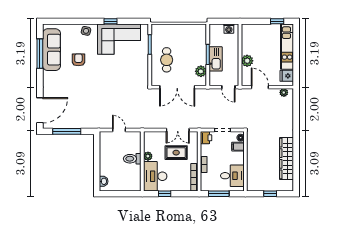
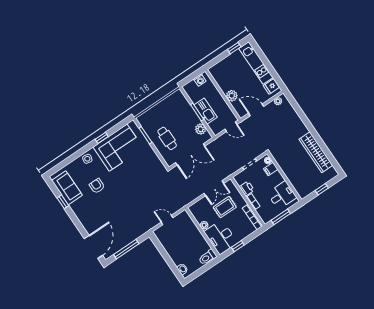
sofa: (52, 50) -> (67, 188), width x0.73
window: (40, 54) -> (63, 202), width x0.46
printer: (206, 138) -> (247, 188), moved
toilet: (132, 159) -> (208, 257), moved

